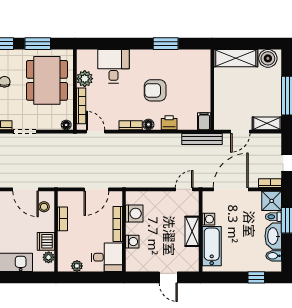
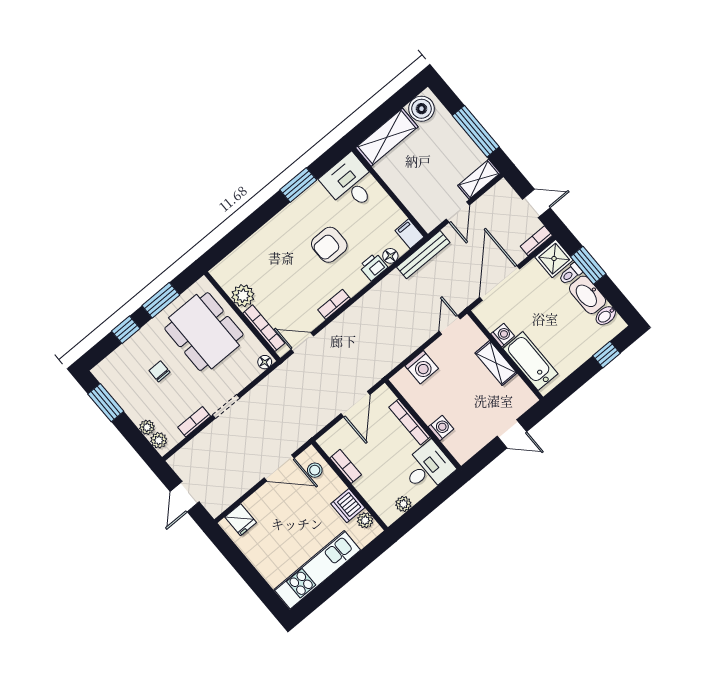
desk: (114, 66) -> (350, 183), moved
floor lamp: (148, 124) -> (390, 256), moved
washing machine: (134, 214) -> (422, 367), moved, turned 90

